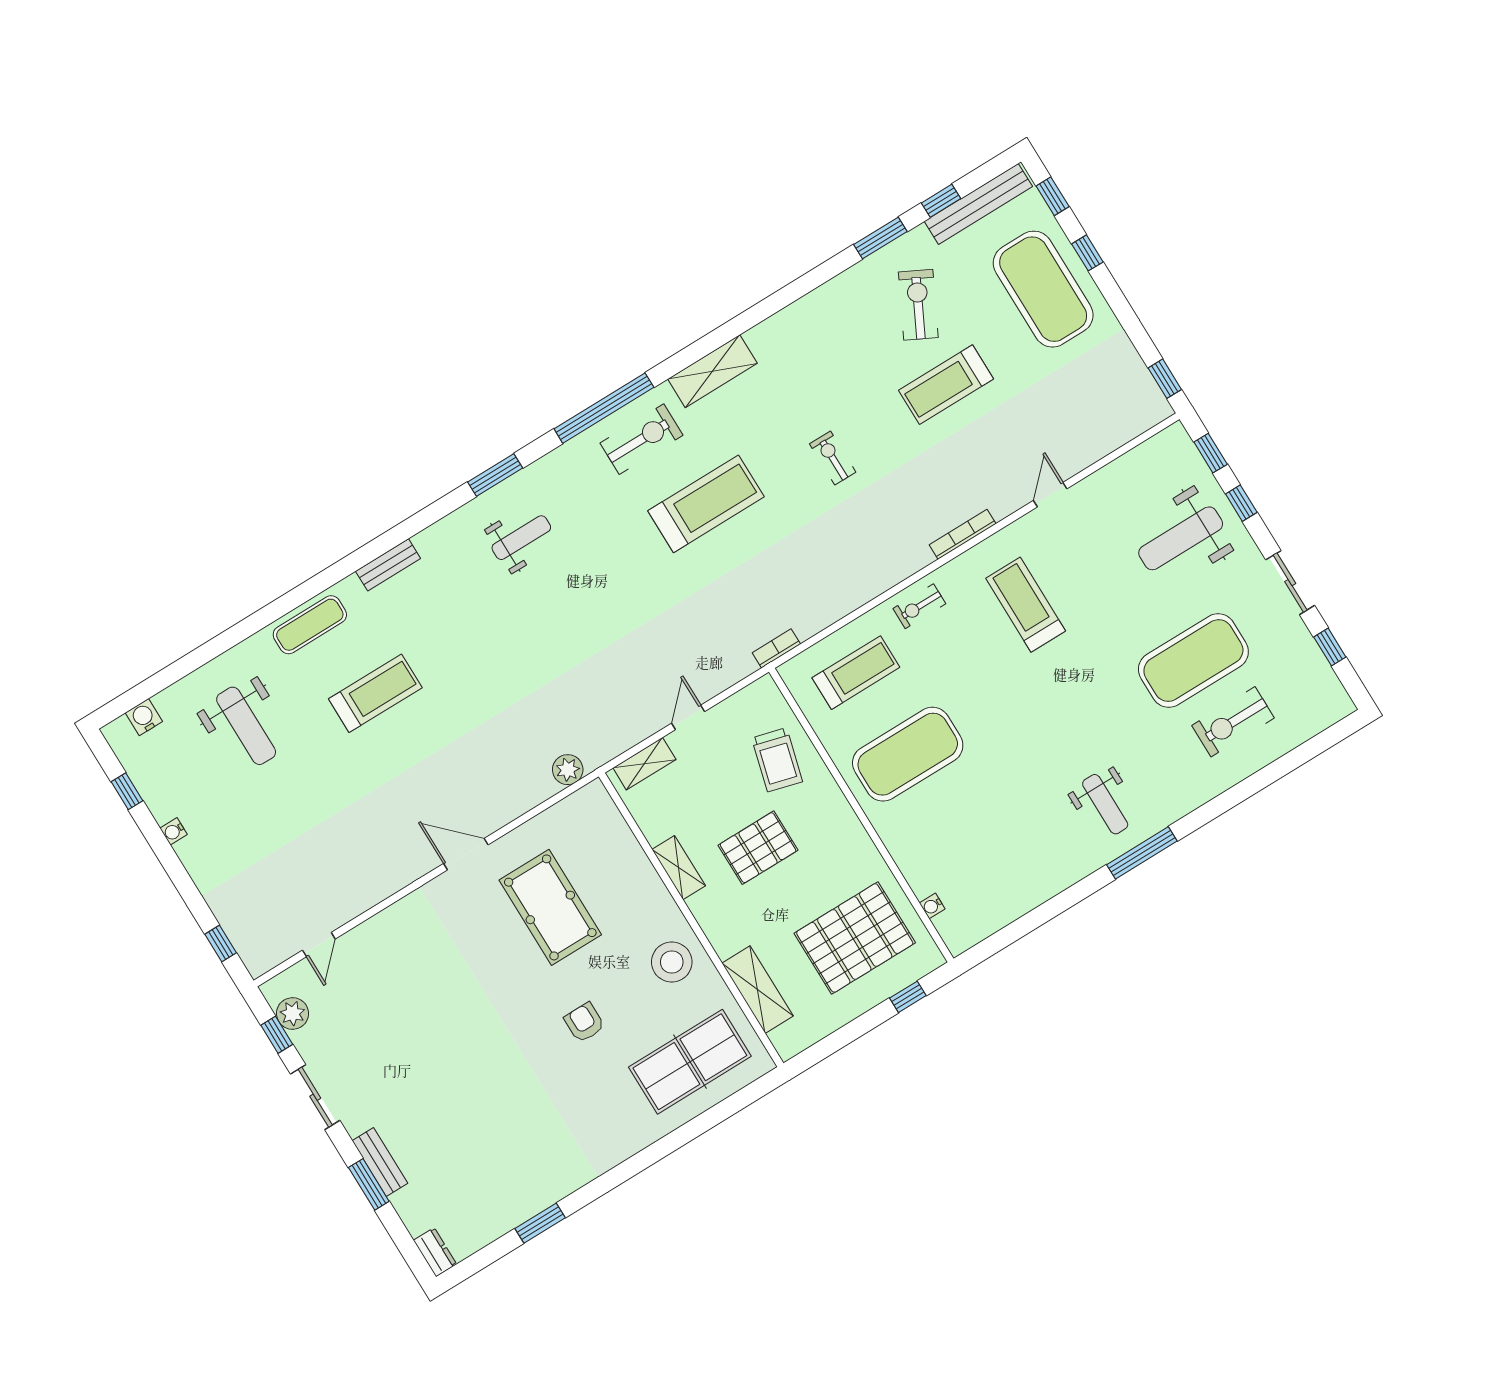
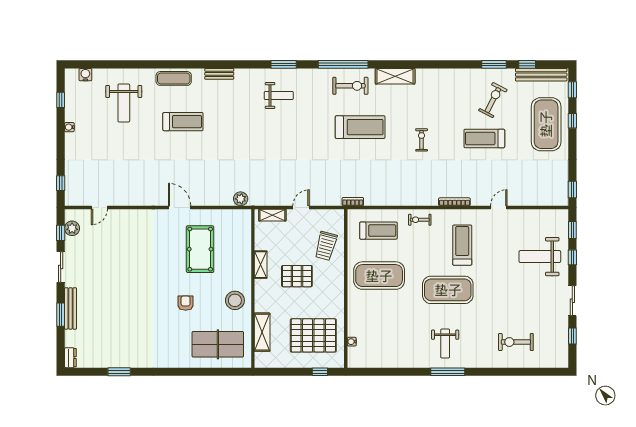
exercise mat: (1193, 661) -> (448, 290), moved
bench: (380, 1162) -> (70, 308), width x1.36

